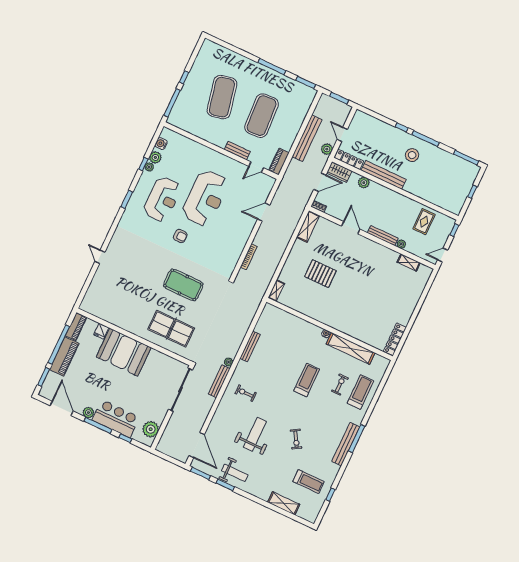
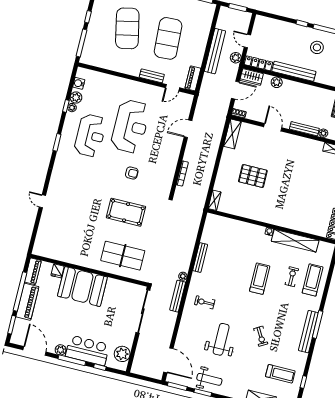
armchair: (180, 236) -> (132, 173), moved

